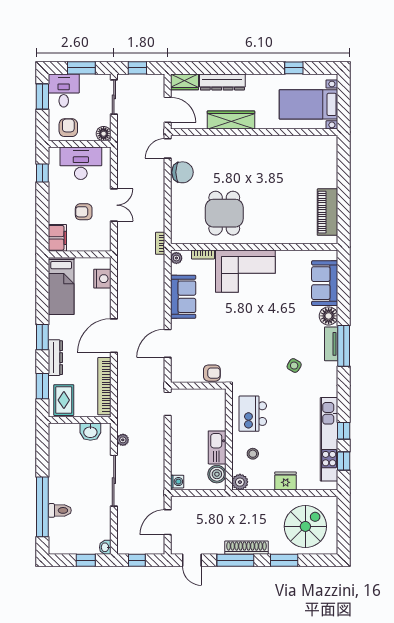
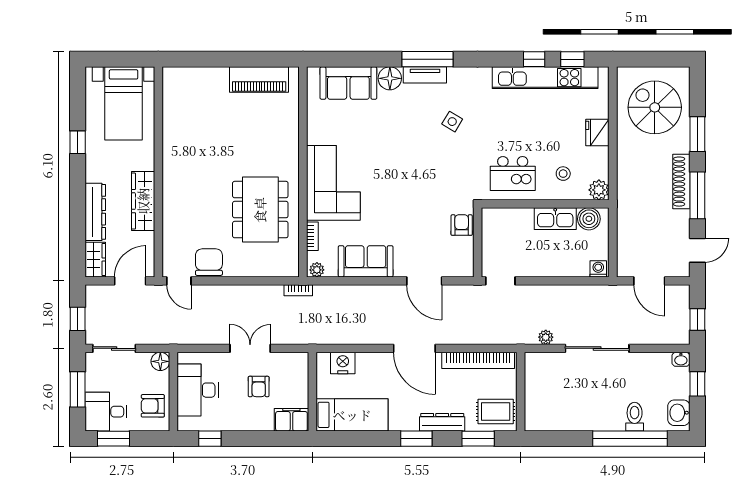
window: (294, 68) -> (78, 142), moved
dining table: (224, 213) -> (260, 210), width x1.38
washbasin: (90, 432) -> (679, 413), moved, turned 180

